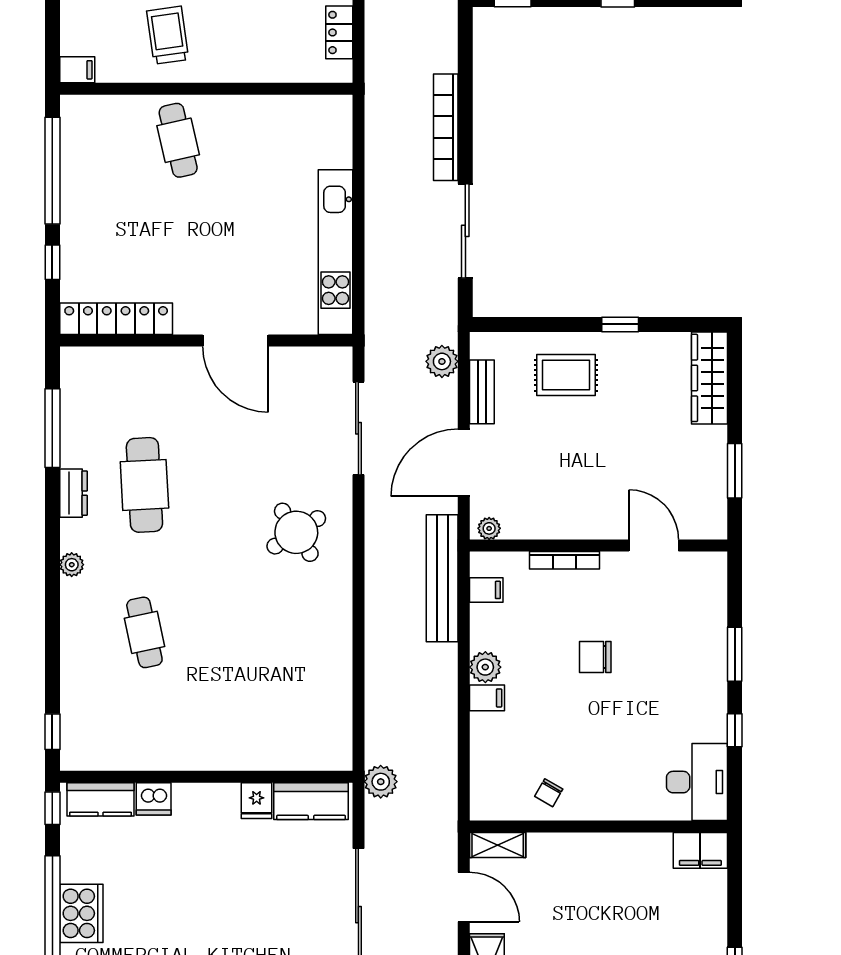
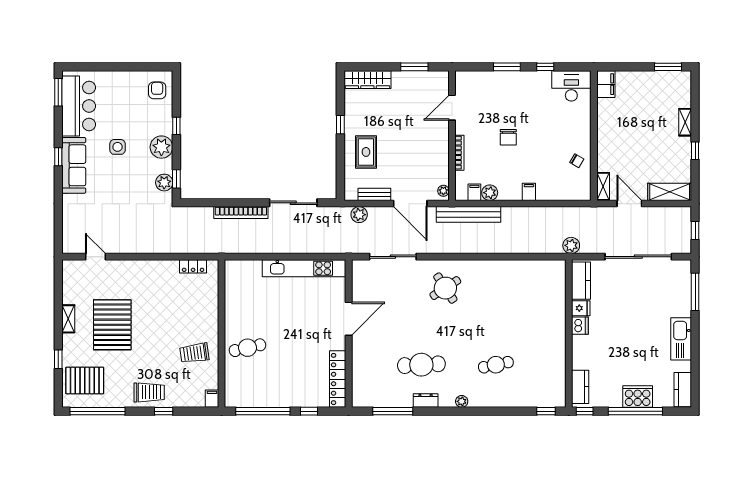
plant: (485, 667) -> (490, 193), moved
dishwasher: (154, 799) -> (580, 326), moved
door: (464, 897) -> (629, 204), hinge flipped

